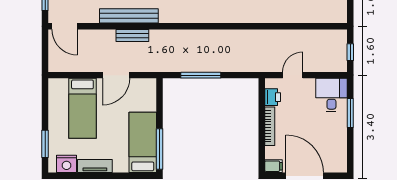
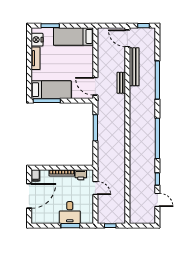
bench: (129, 16) -> (134, 67), moved
door: (65, 26) -> (127, 38), hinge flipped
door: (116, 75) -> (95, 86), moved
desk: (331, 95) -> (70, 213), moved, turned 90
bed: (82, 108) -> (73, 36), moved

